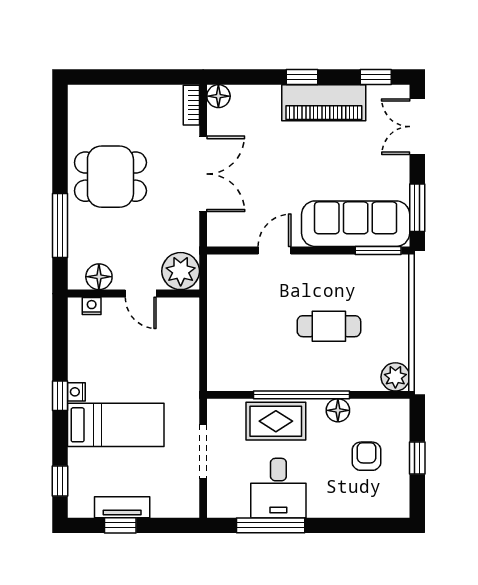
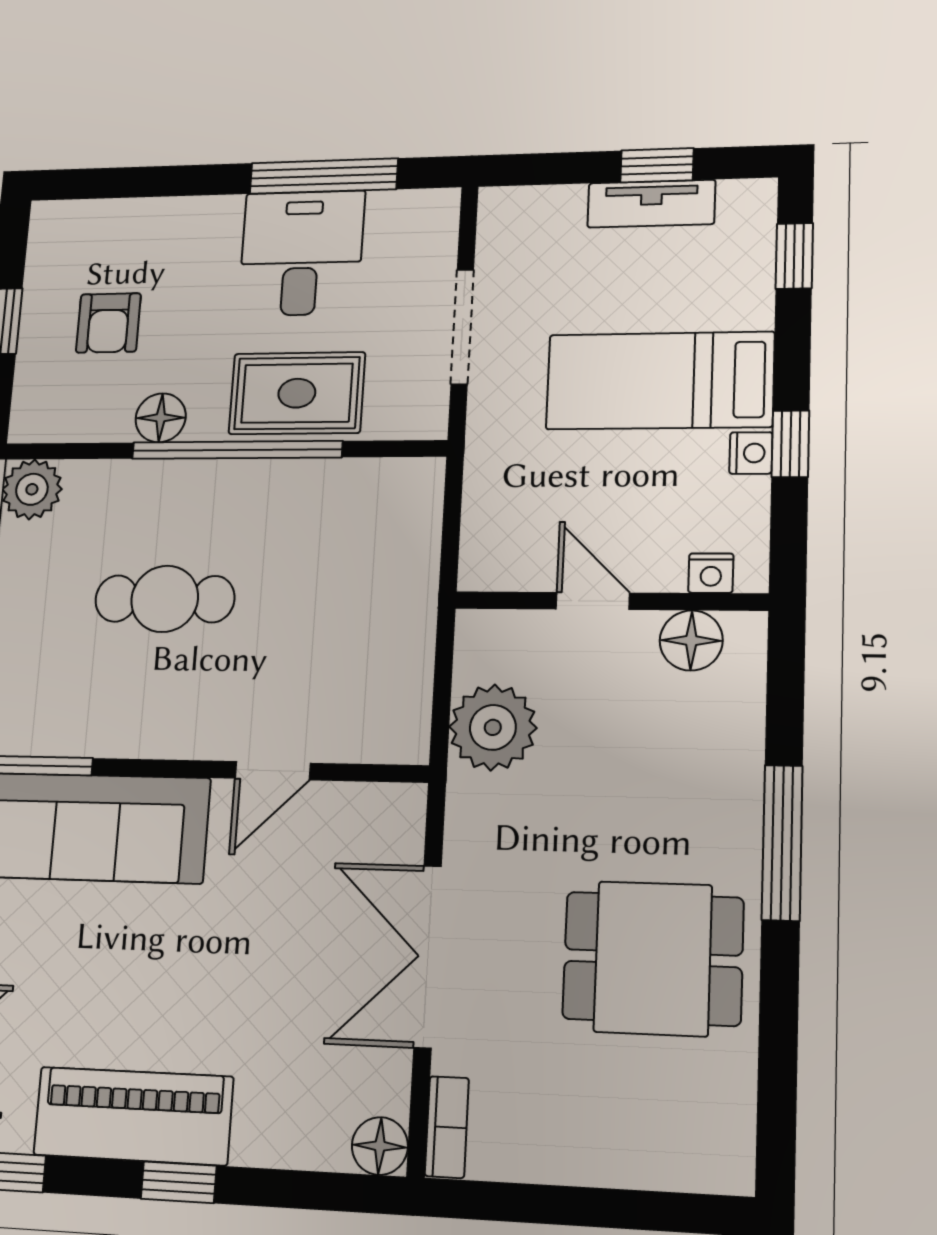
floor lamp: (99, 277) -> (691, 640), moved
wall: (133, 294) -> (610, 601), moved
door: (141, 294) -> (593, 601), moved
nightstand: (92, 306) -> (711, 573), moved

